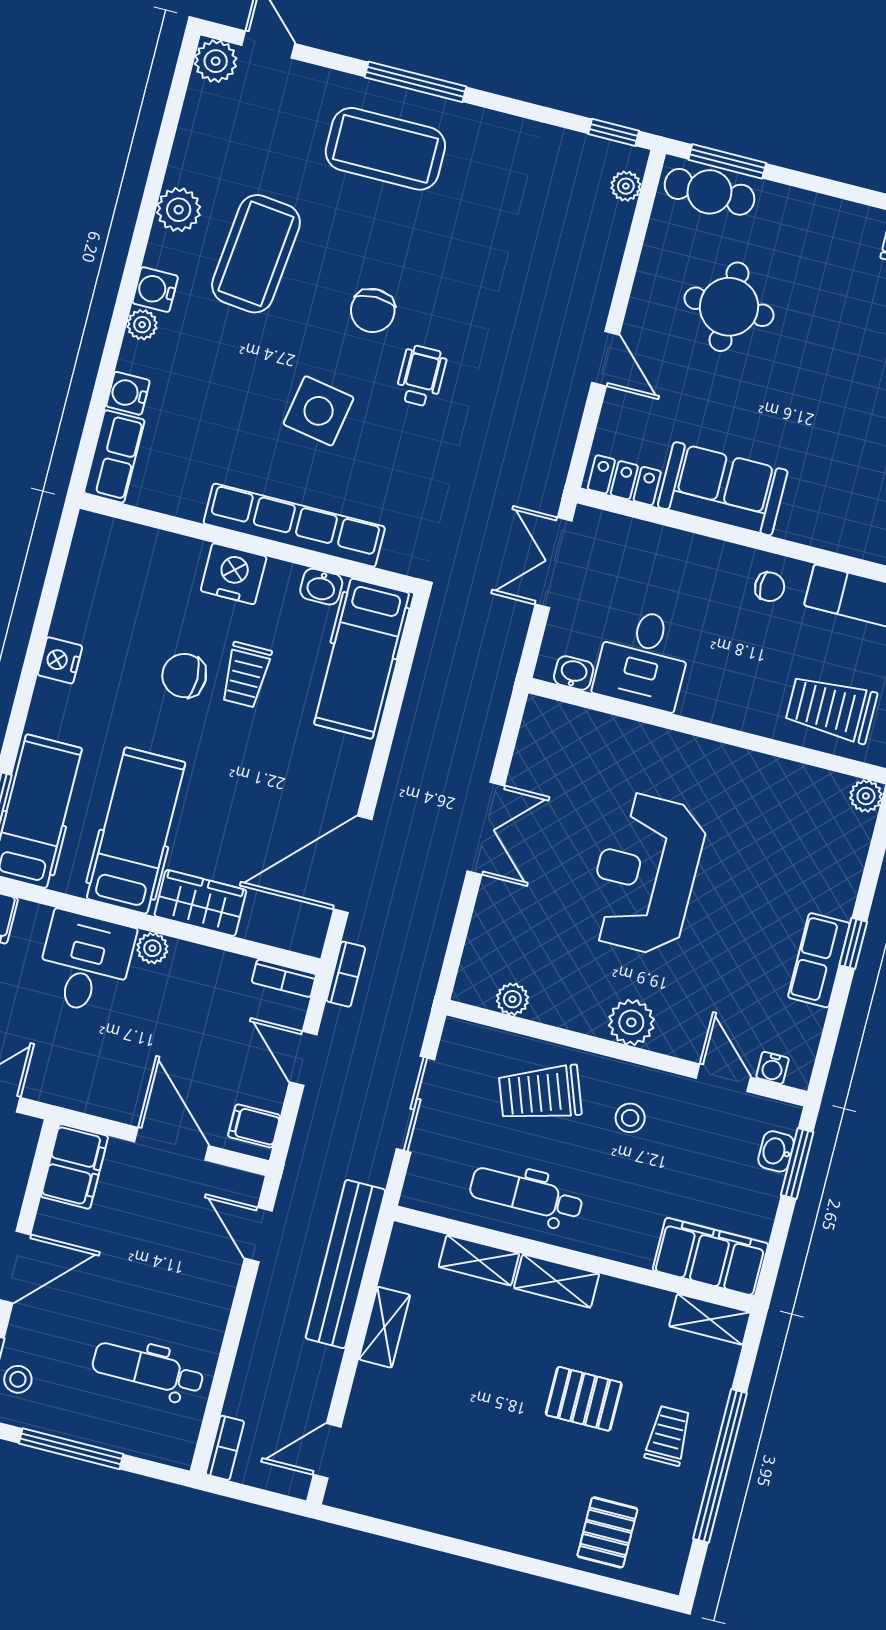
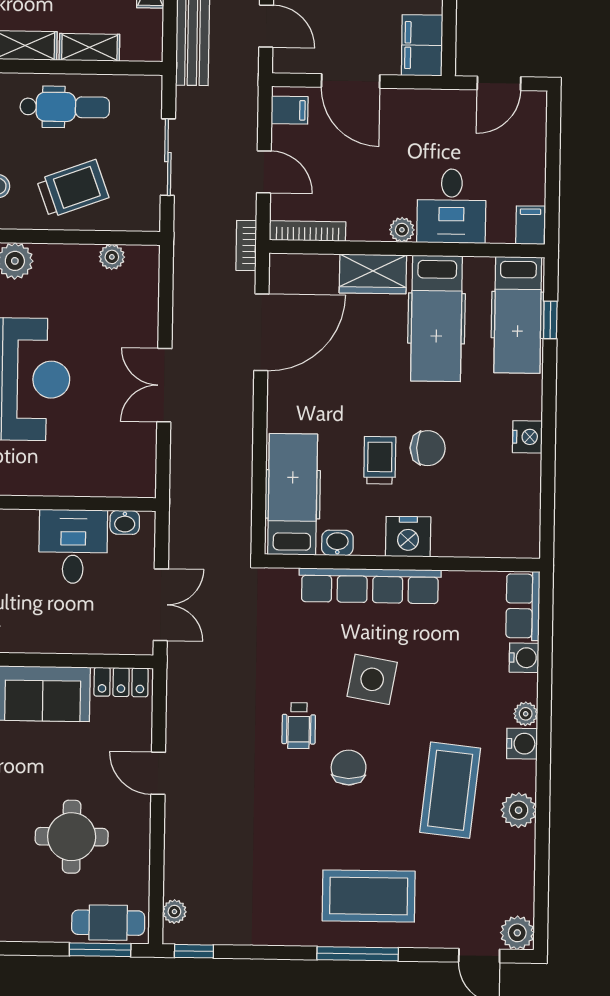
bookcase: (284, 978) -> (308, 231), width x1.56

